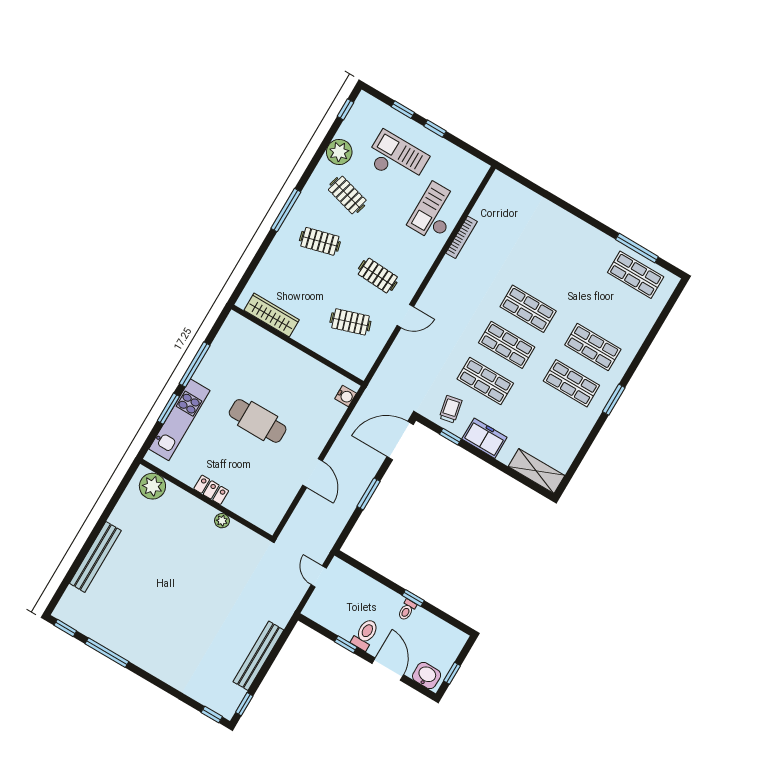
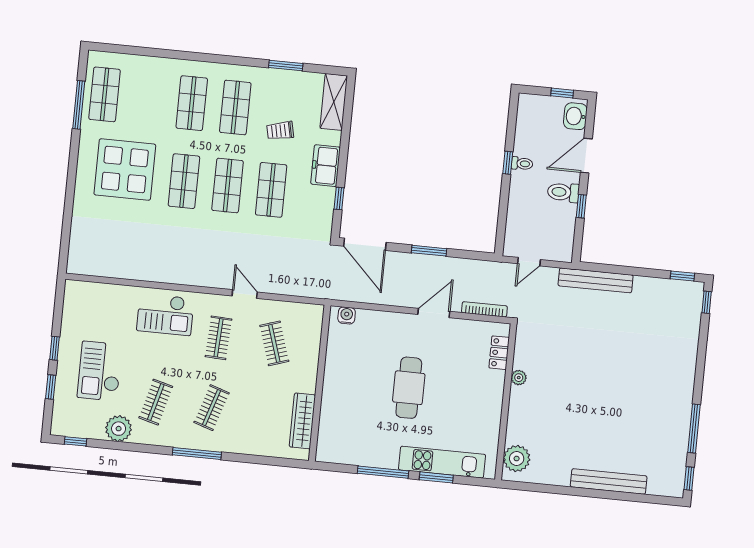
checkout: (435, 212) -> (165, 314), moved
bookcase: (461, 237) -> (484, 309), moved
clothes rail: (320, 241) -> (212, 408), turned 33
display table: (562, 262) -> (125, 170), added
window: (614, 400) -> (286, 66), moved
trolley: (451, 409) -> (280, 131), moved
locker: (211, 490) -> (499, 353), moved
bench: (258, 656) -> (596, 280), moved

